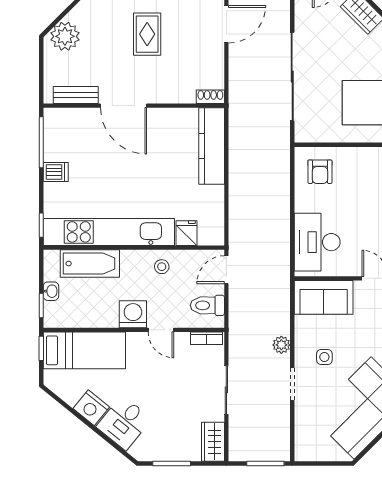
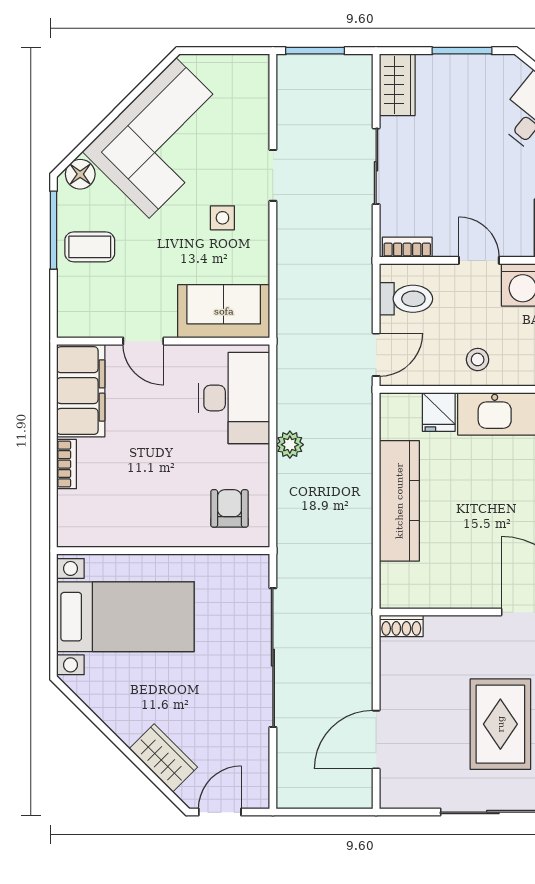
rug: (147, 34) -> (500, 724), width x1.36, depth x1.43
kitchen counter: (212, 146) -> (399, 501), moved
plant: (281, 345) -> (290, 445), moved

